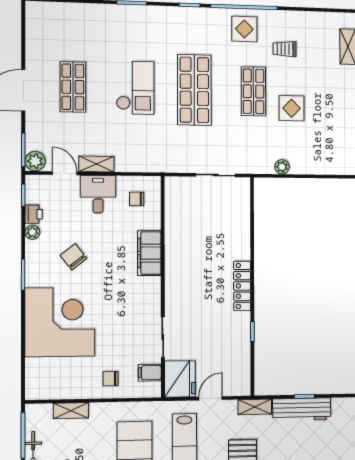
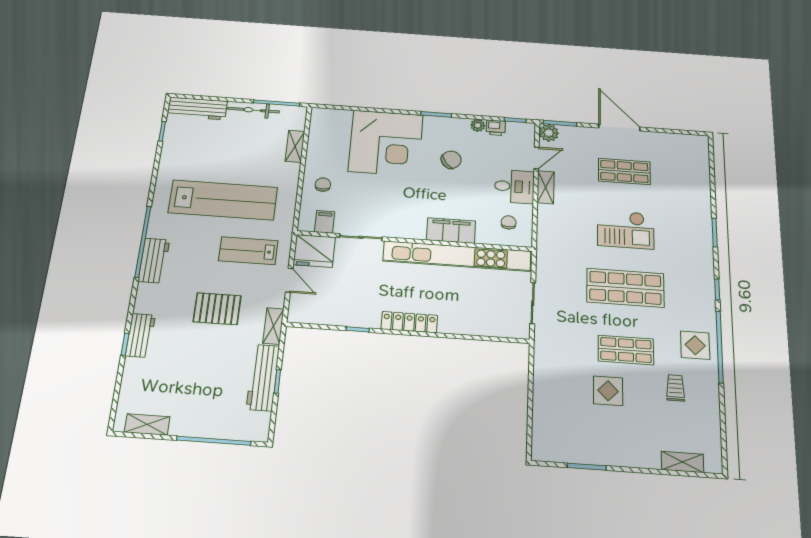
plant: (282, 167) -> (541, 375), removed
kitchen unit: (175, 246) -> (457, 256), added

